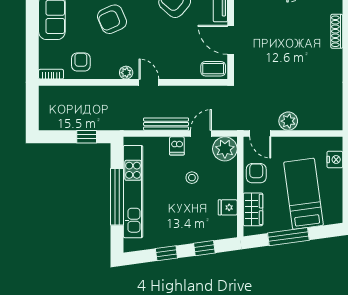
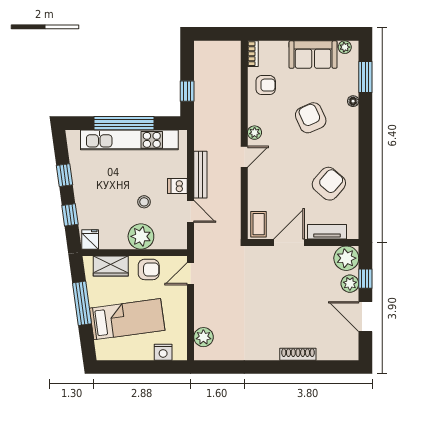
plant: (288, 121) -> (203, 337), moved
plant: (225, 149) -> (141, 236), moved
fridge: (228, 207) -> (90, 239), moved

